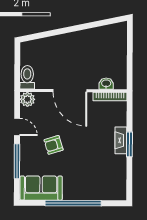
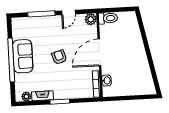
fireplace: (121, 140) -> (42, 96), moved
armchair: (54, 145) -> (59, 57), moved
plant: (121, 187) -> (26, 96), added
sofa: (41, 188) -> (23, 56), moved

